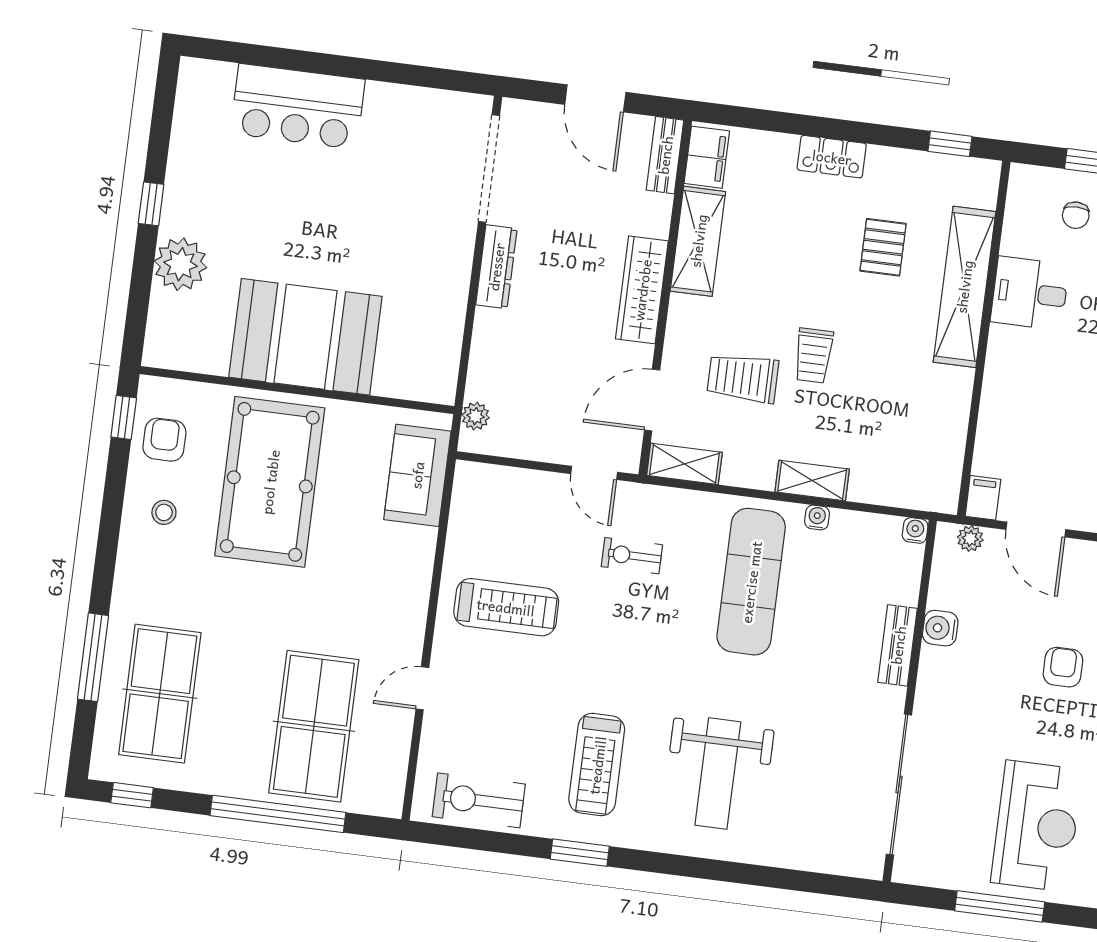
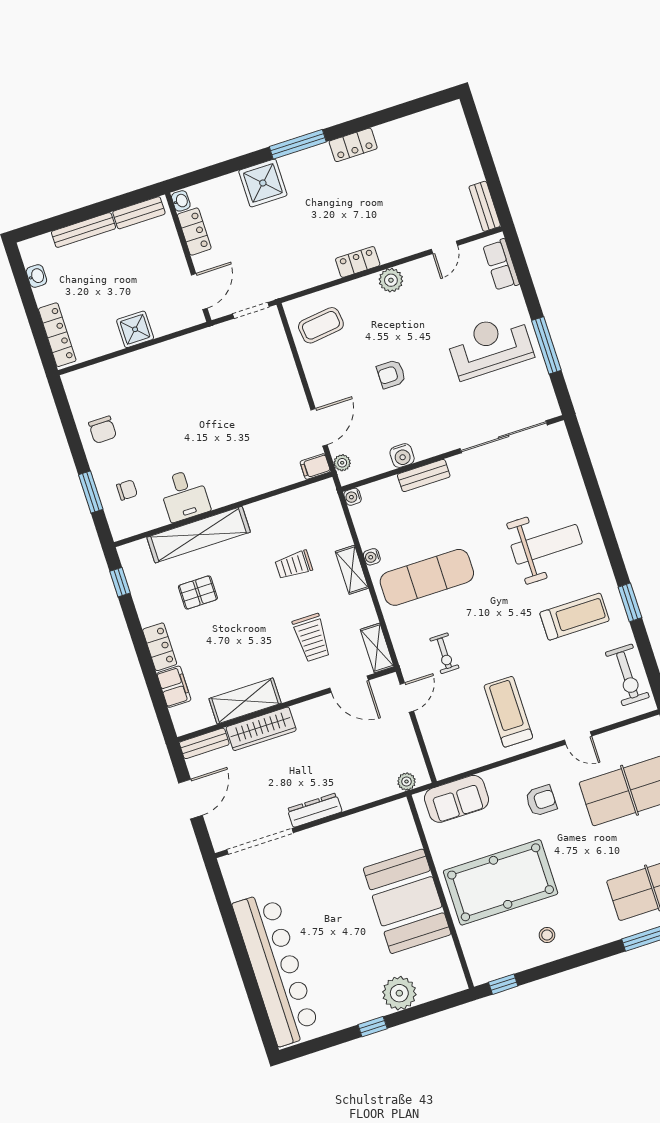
bar counter: (298, 106) -> (276, 969), width x1.86
filing cabinet: (707, 157) -> (174, 687), moved, turned 90
wardrobe: (642, 290) -> (261, 729), moved
trolley: (813, 355) -> (294, 565), moved, turned 180
armchair: (164, 440) -> (541, 801), moved, turned 180

